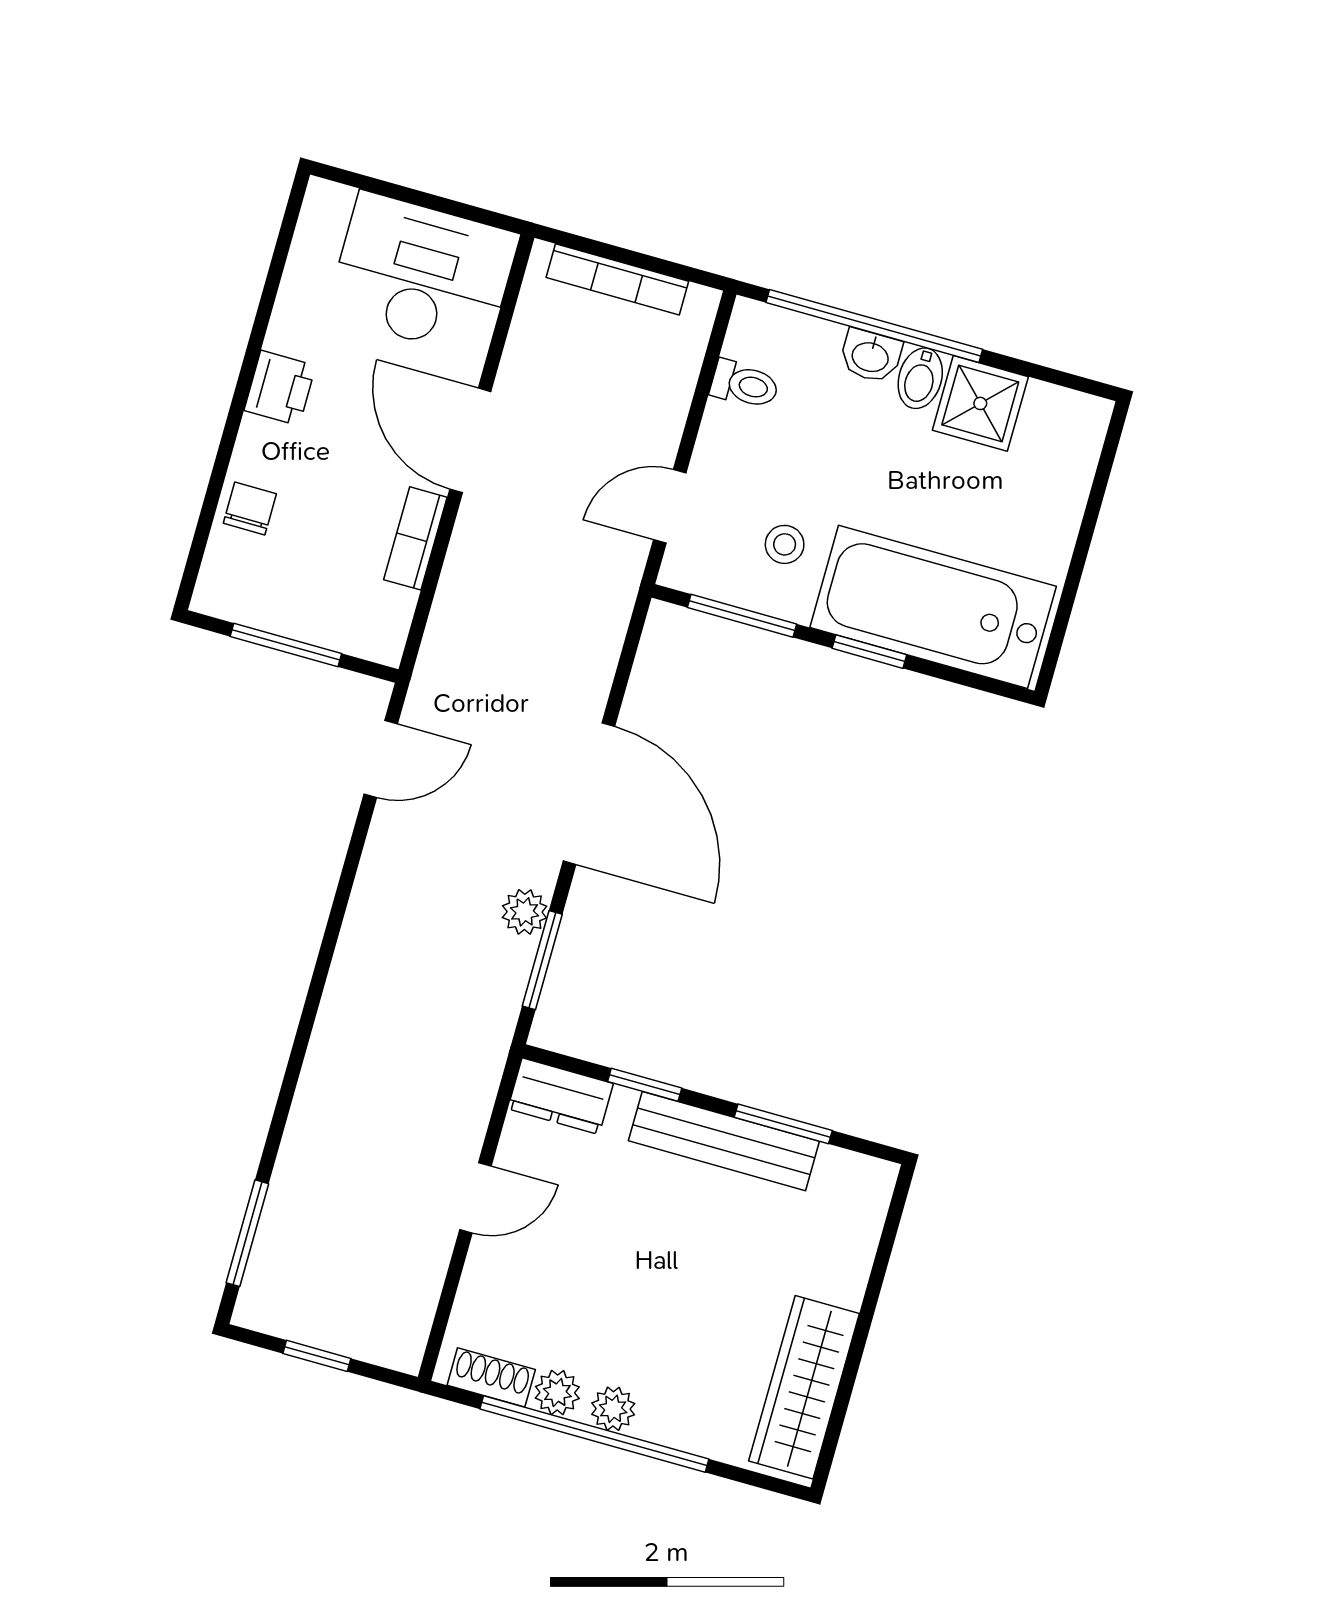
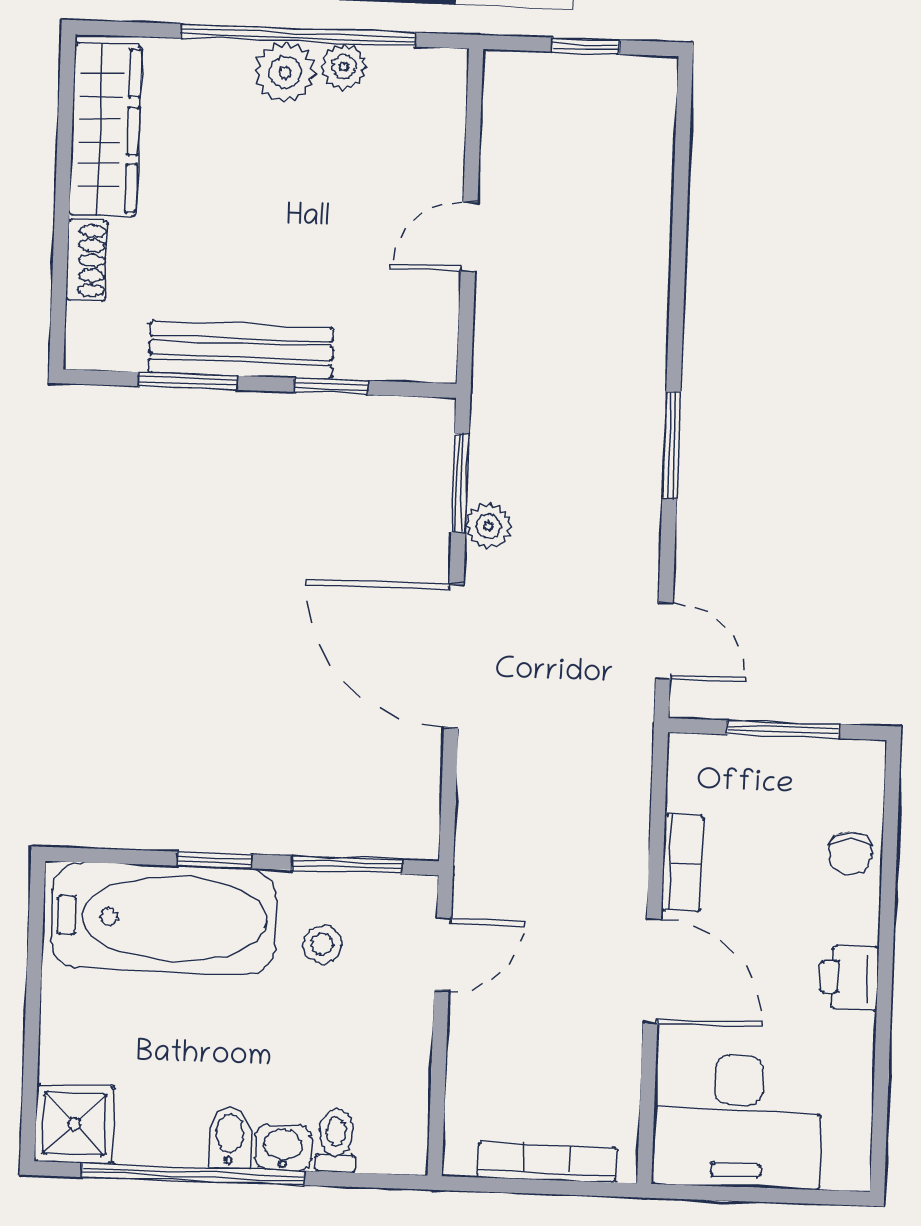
window: (874, 326) -> (193, 1174), moved
toilet: (745, 385) -> (336, 1140), moved, turned 90
shower: (980, 403) -> (74, 1124), moved
door: (381, 759) -> (664, 641), swing flipped
dresser: (561, 1096) -> (410, 355), removed
window: (247, 1233) -> (671, 445), moved
shoe rack: (491, 1377) -> (87, 260), moved, turned -90
plant: (613, 1409) -> (285, 72), width x1.38, depth x1.38

